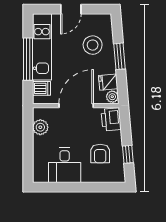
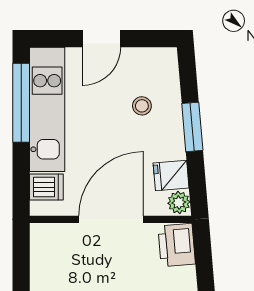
stool: (93, 45) -> (142, 106), width x0.53, depth x0.53
window: (28, 59) -> (21, 103), moved
plant: (40, 127) -> (44, 260), removed

